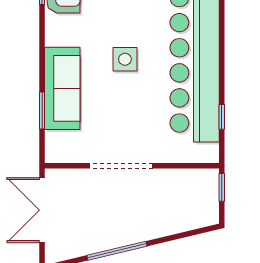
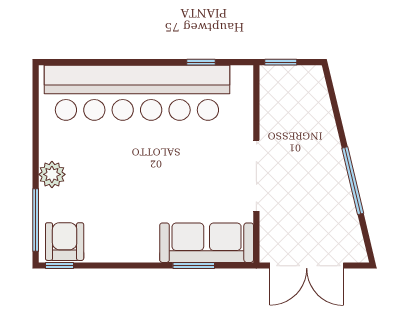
side table: (125, 59) -> (136, 172), removed
sofa: (62, 88) -> (207, 243), moved

